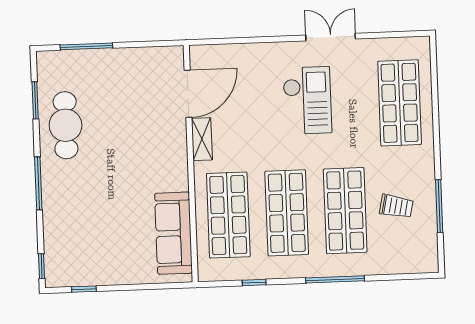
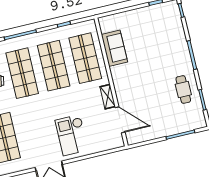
door: (188, 94) -> (120, 120), swing flipped
checkout: (307, 100) -> (72, 135), moved
cafe table: (66, 125) -> (183, 90), width x0.73, depth x0.74
sofa: (174, 233) -> (114, 48), width x0.73

